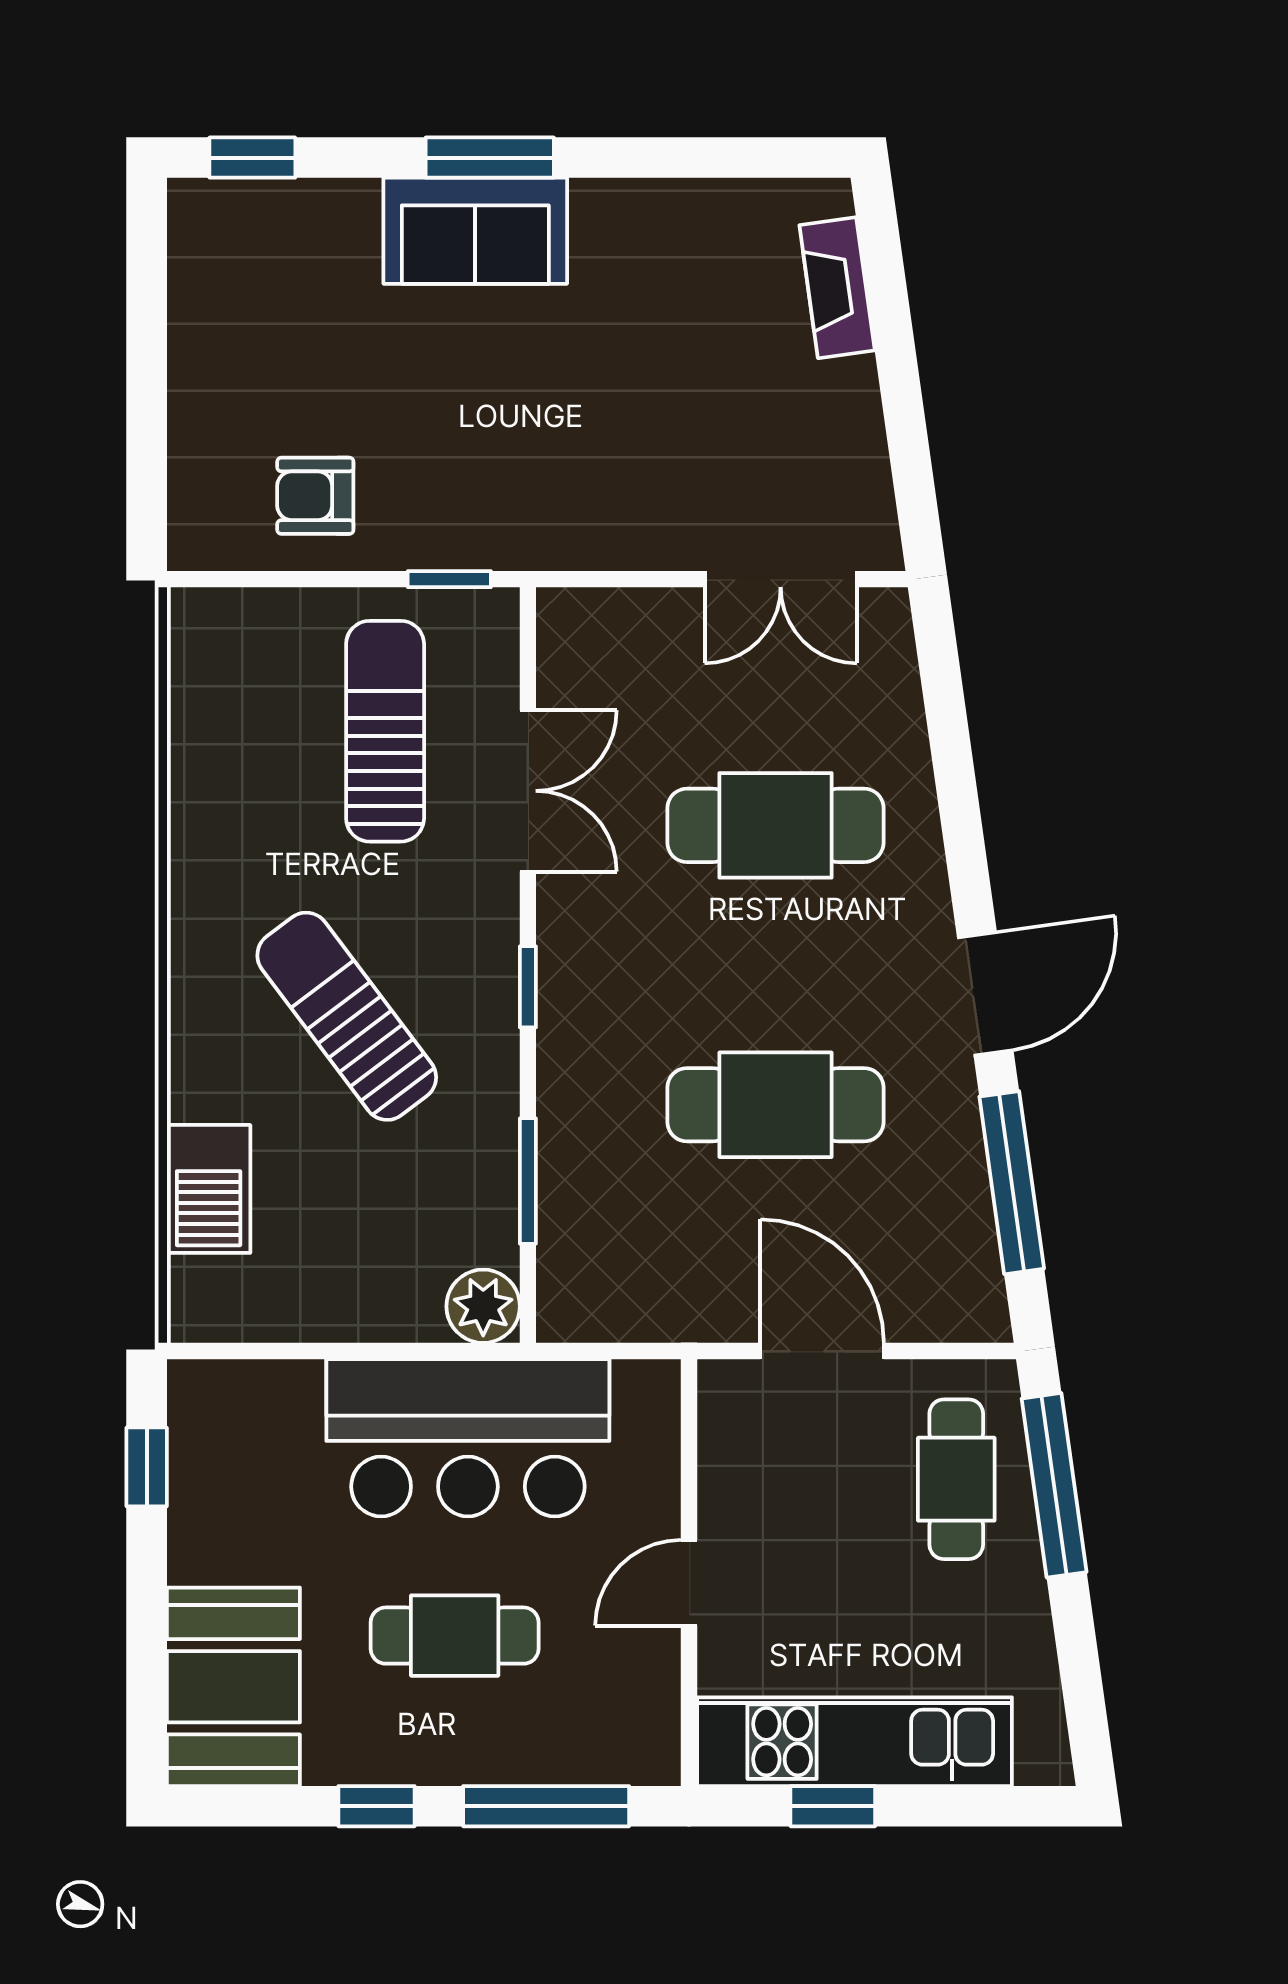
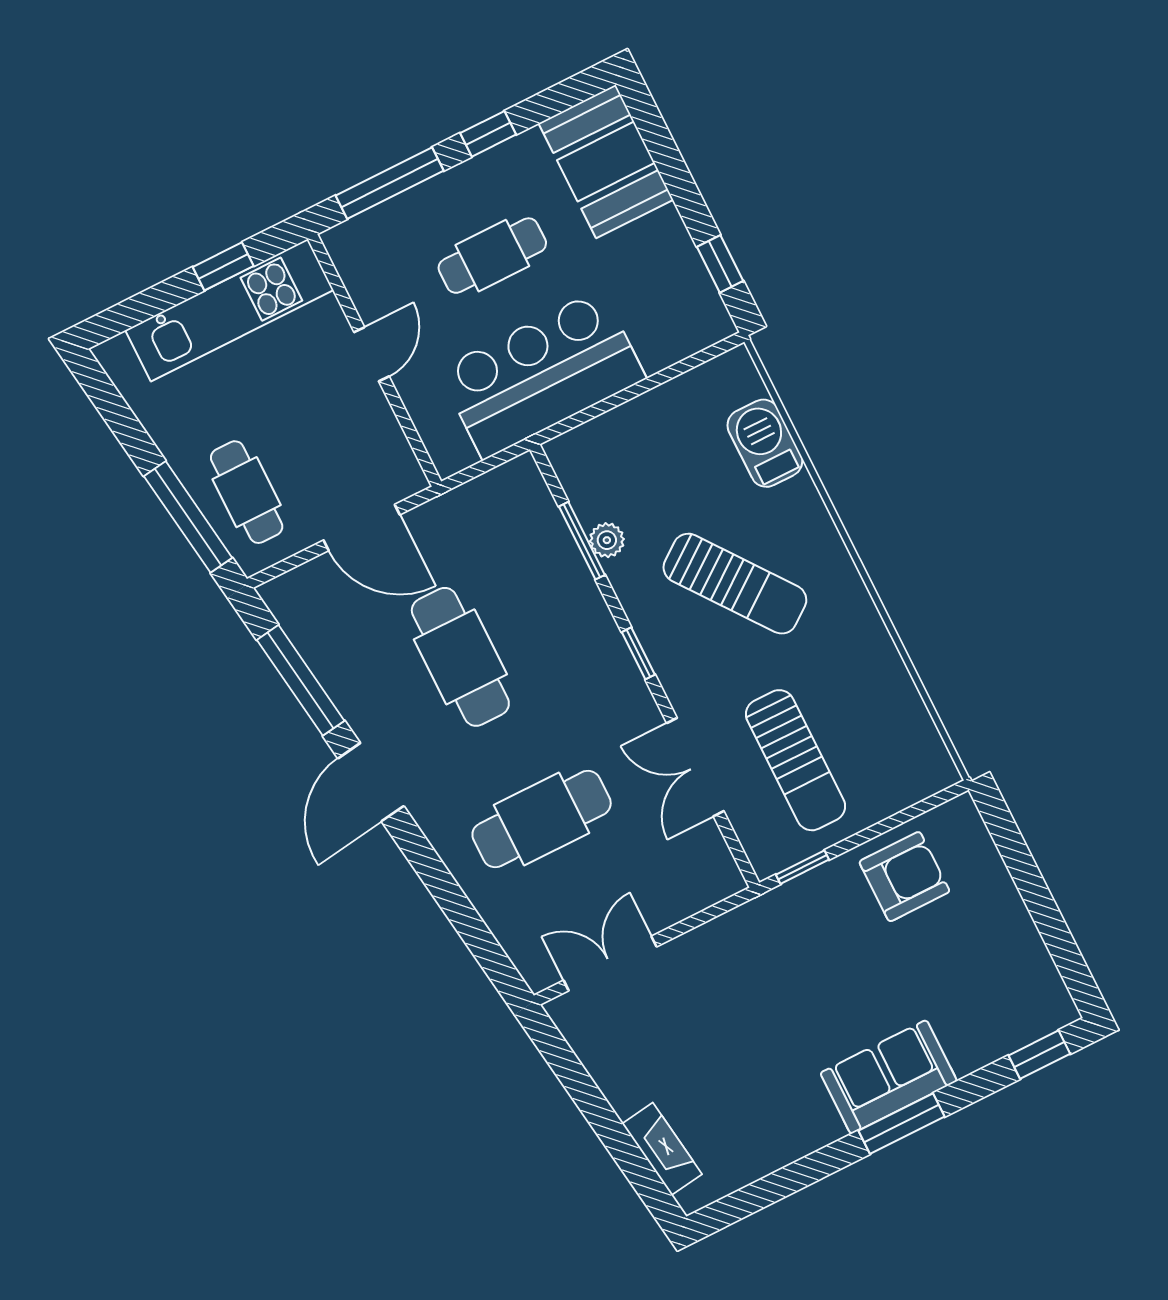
armchair: (315, 496) -> (904, 877), width x1.38, depth x1.38
cafe table: (775, 1105) -> (460, 657), turned 90
plant: (483, 1306) -> (607, 540), moved, width x0.73, depth x0.73

